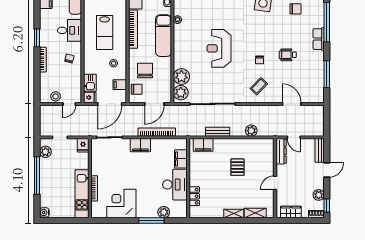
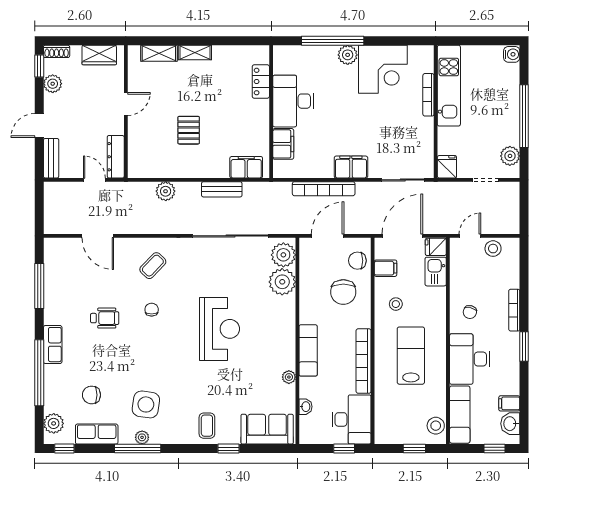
desk: (70, 30) -> (470, 359), width x1.37
exam couch: (164, 36) -> (308, 350), width x0.73, depth x0.69
plant: (164, 212) -> (348, 55), moved
window: (151, 221) -> (333, 41), width x1.46

